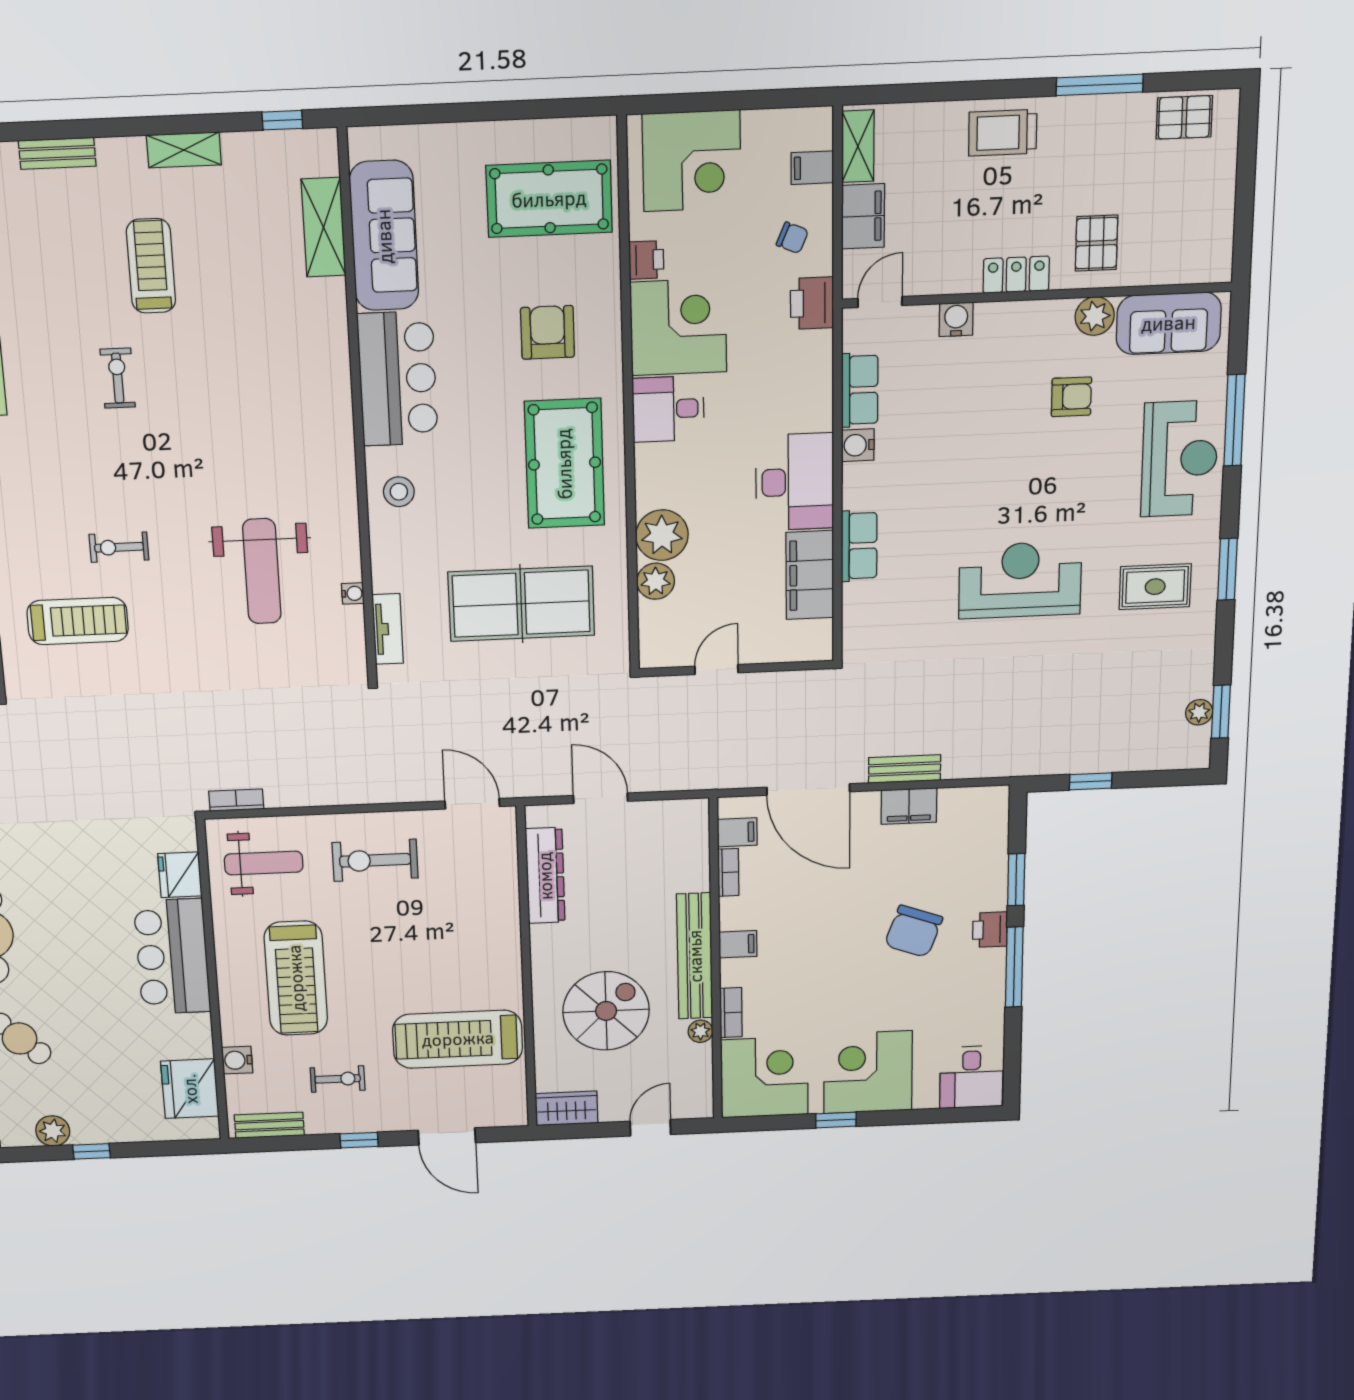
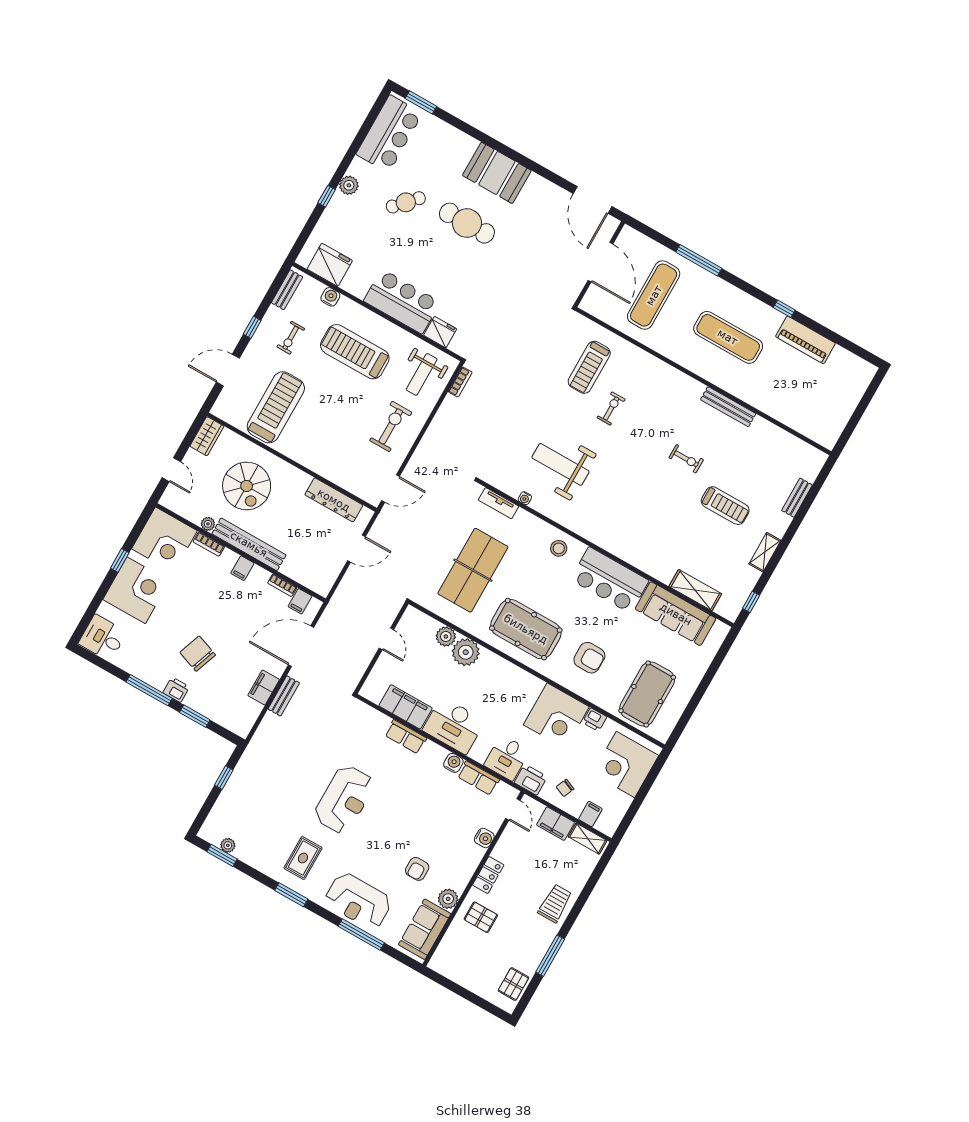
desk: (668, 409) -> (507, 758), moved, turned 180

